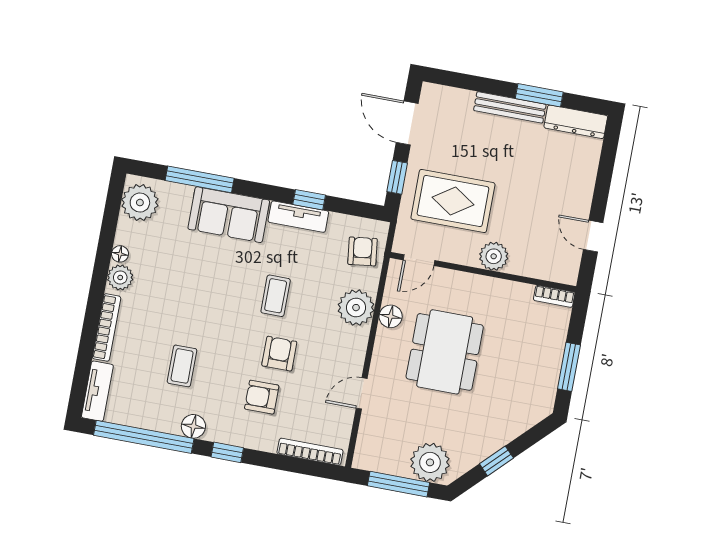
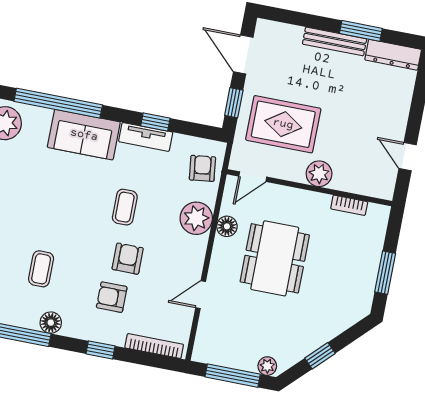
window: (200, 179) -> (58, 103), width x1.46
bookcase: (554, 296) -> (349, 205), moved
window: (227, 452) -> (101, 350), moved
plant: (430, 462) -> (267, 366), width x0.53, depth x0.53

